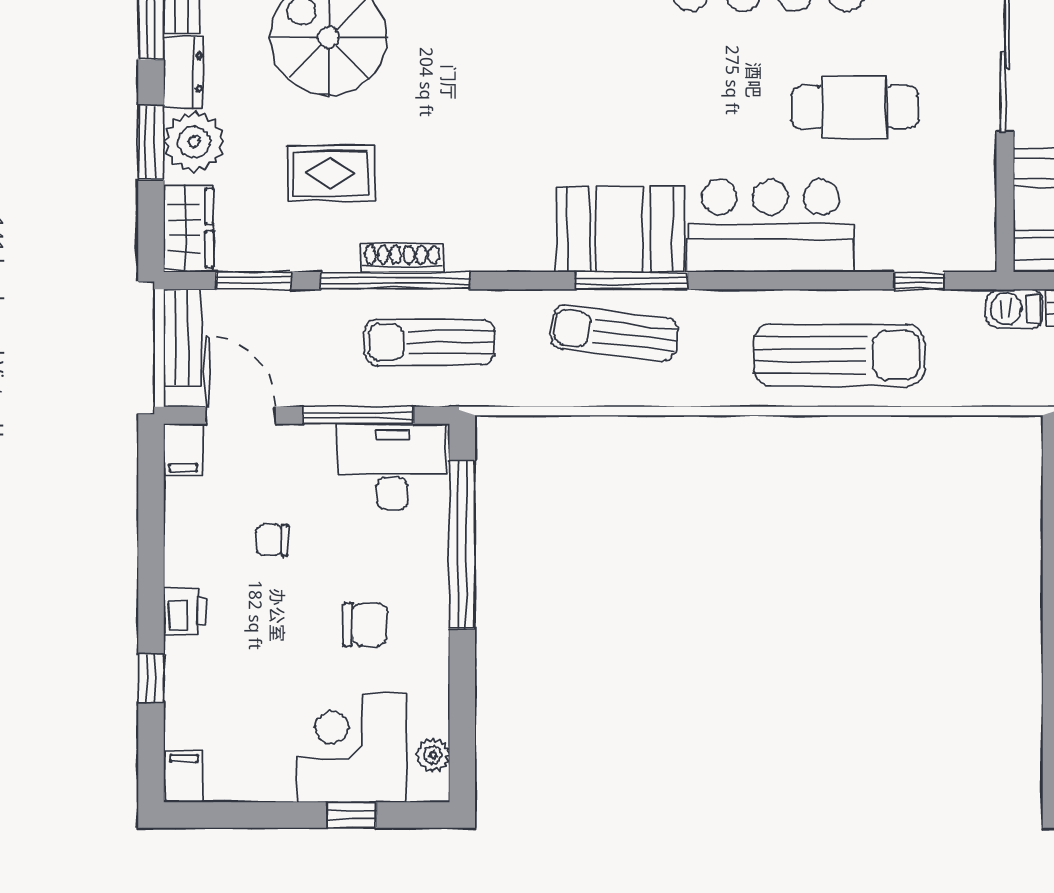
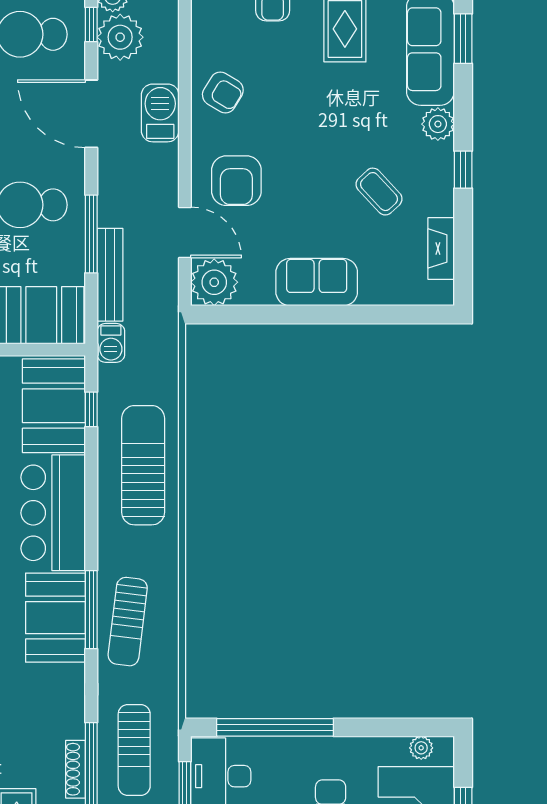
booth: (925, 227) -> (54, 406), added

